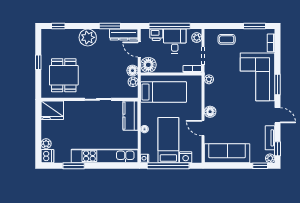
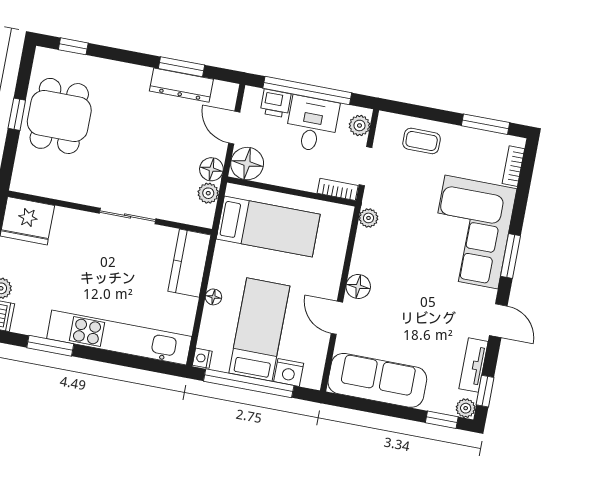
dresser: (124, 35) -> (181, 85), moved
plant: (88, 37) -> (131, 82), removed
dining table: (64, 75) -> (59, 116), moved

